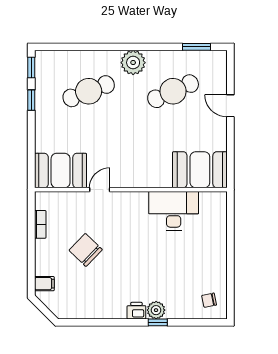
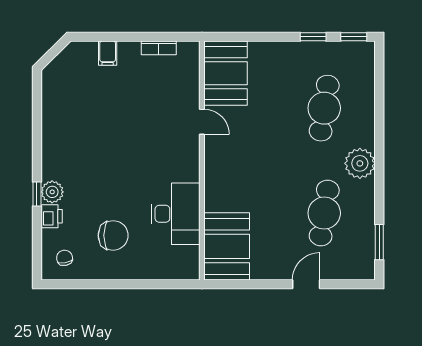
cafe table: (89, 91) -> (324, 108), turned 30
cafe table: (173, 91) -> (324, 213), turned 33
chair: (86, 250) -> (113, 235), moved, turned 46
filing cabinet: (44, 284) -> (108, 53), moved
printer: (136, 311) -> (52, 216), moved

